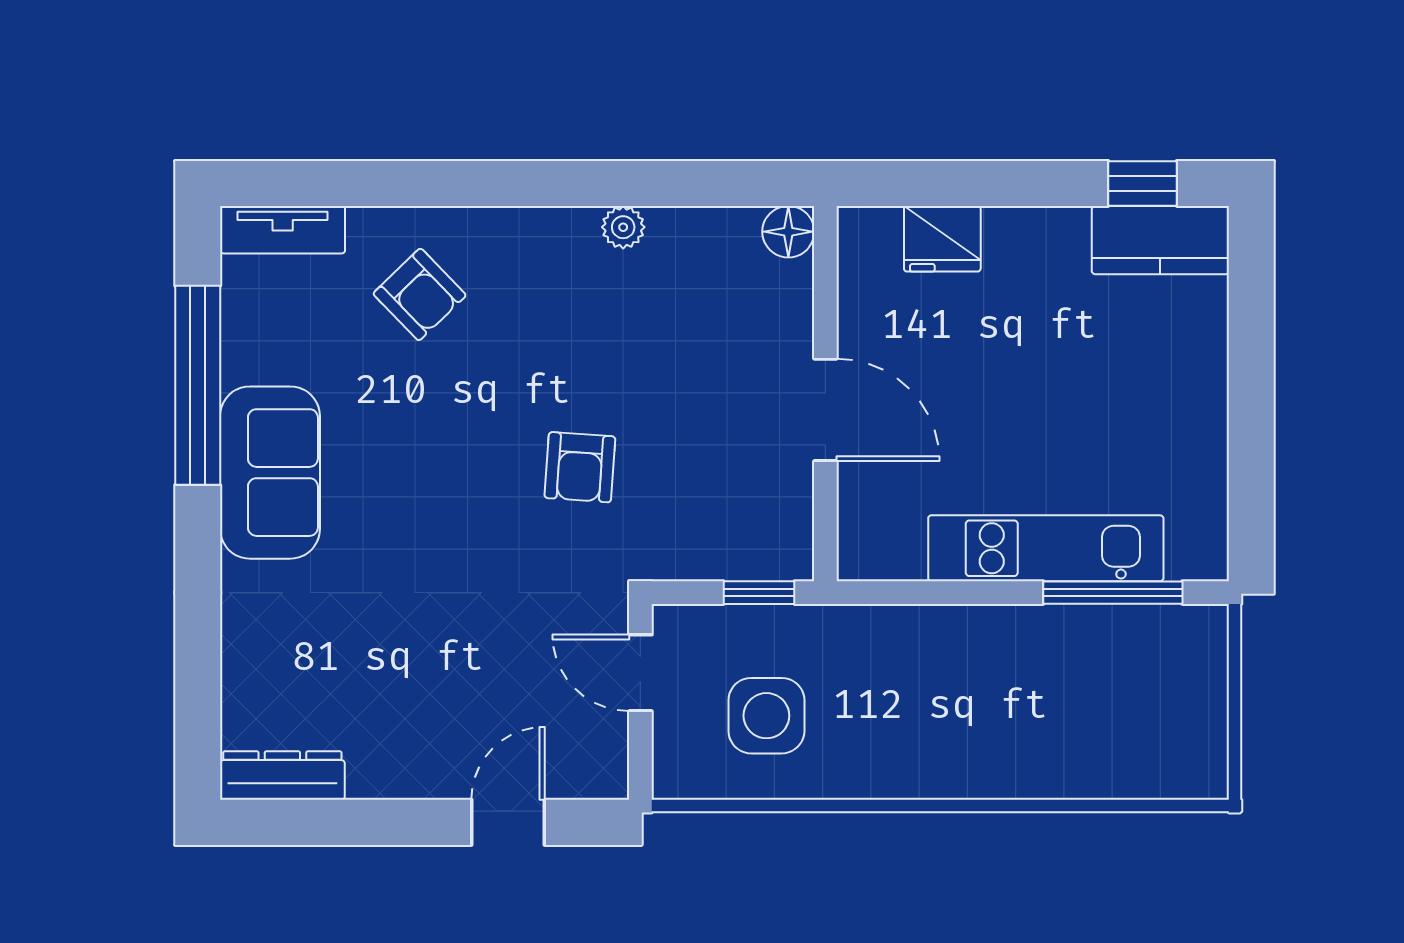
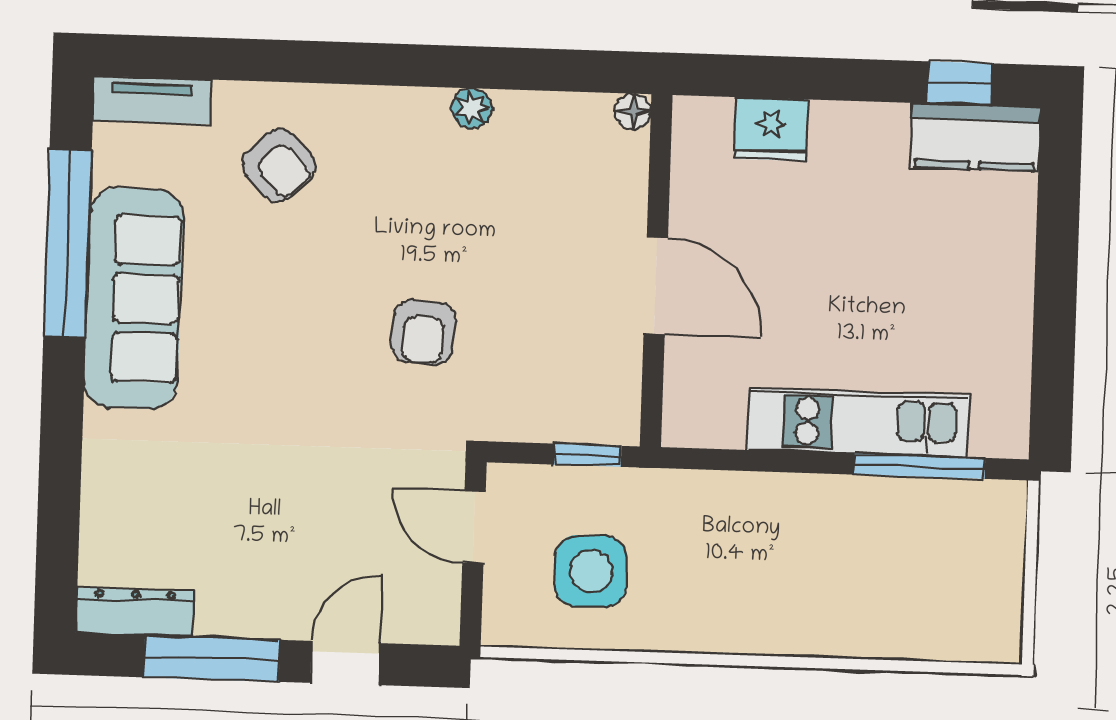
floor lamp: (788, 232) -> (633, 111), width x0.73, depth x0.73
sofa: (270, 473) -> (134, 298), width x1.36
window: (366, 822) -> (212, 659), added

